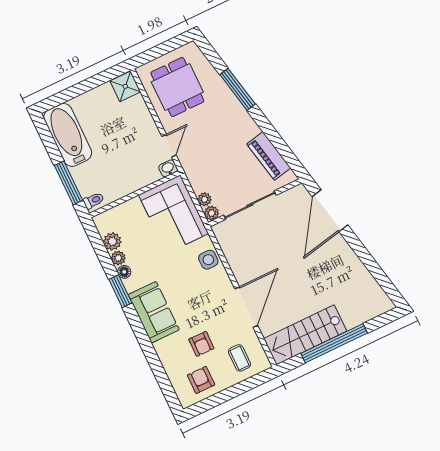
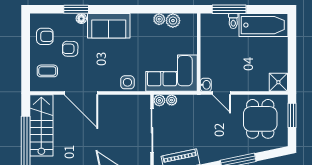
window: (156, 52) -> (292, 115), added
dining table: (177, 87) -> (260, 119), turned 90
toilet: (94, 201) -> (233, 21), moved
floor lamp: (124, 272) -> (81, 19), moved
window: (120, 291) -> (76, 9), moved

